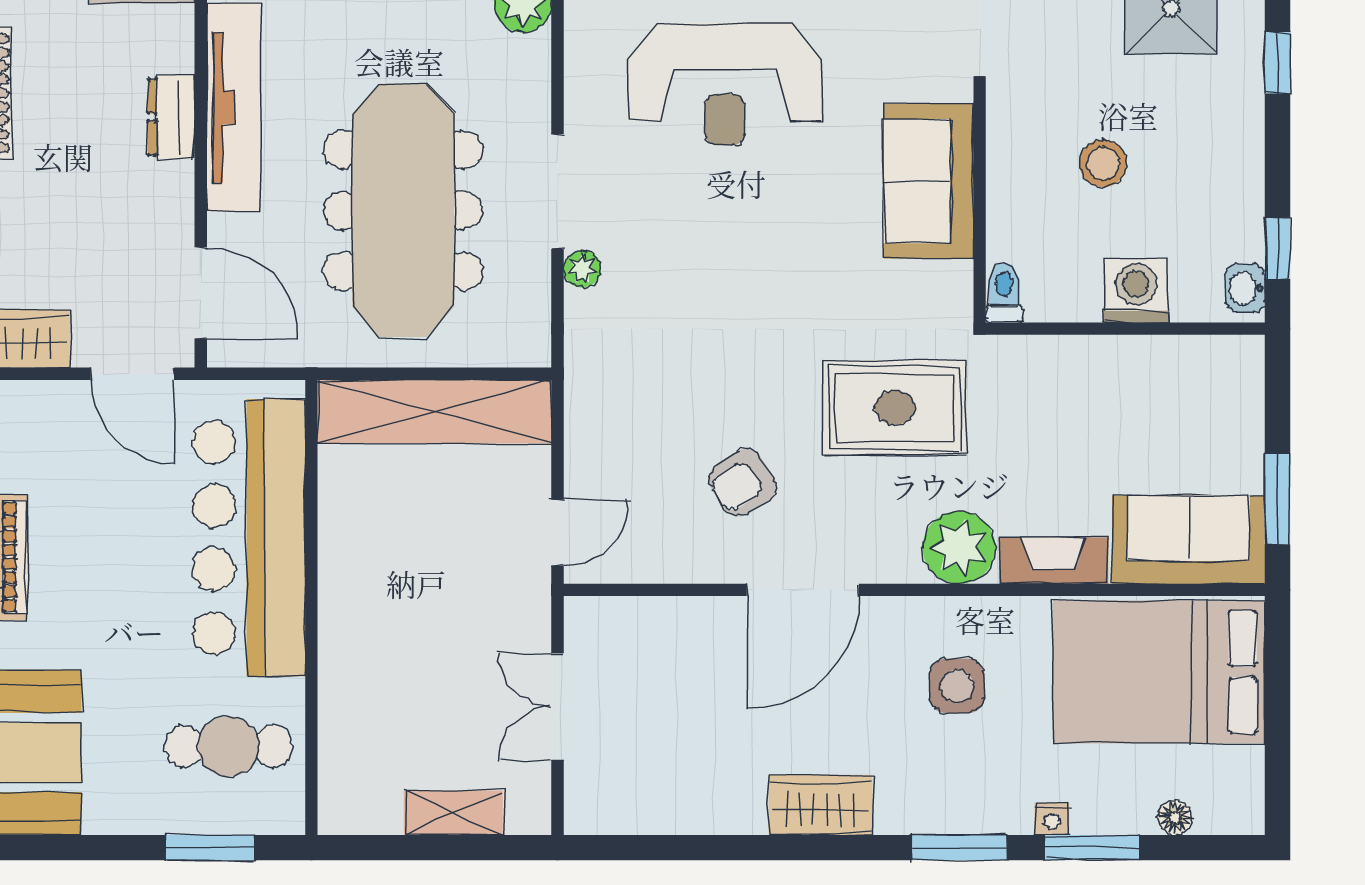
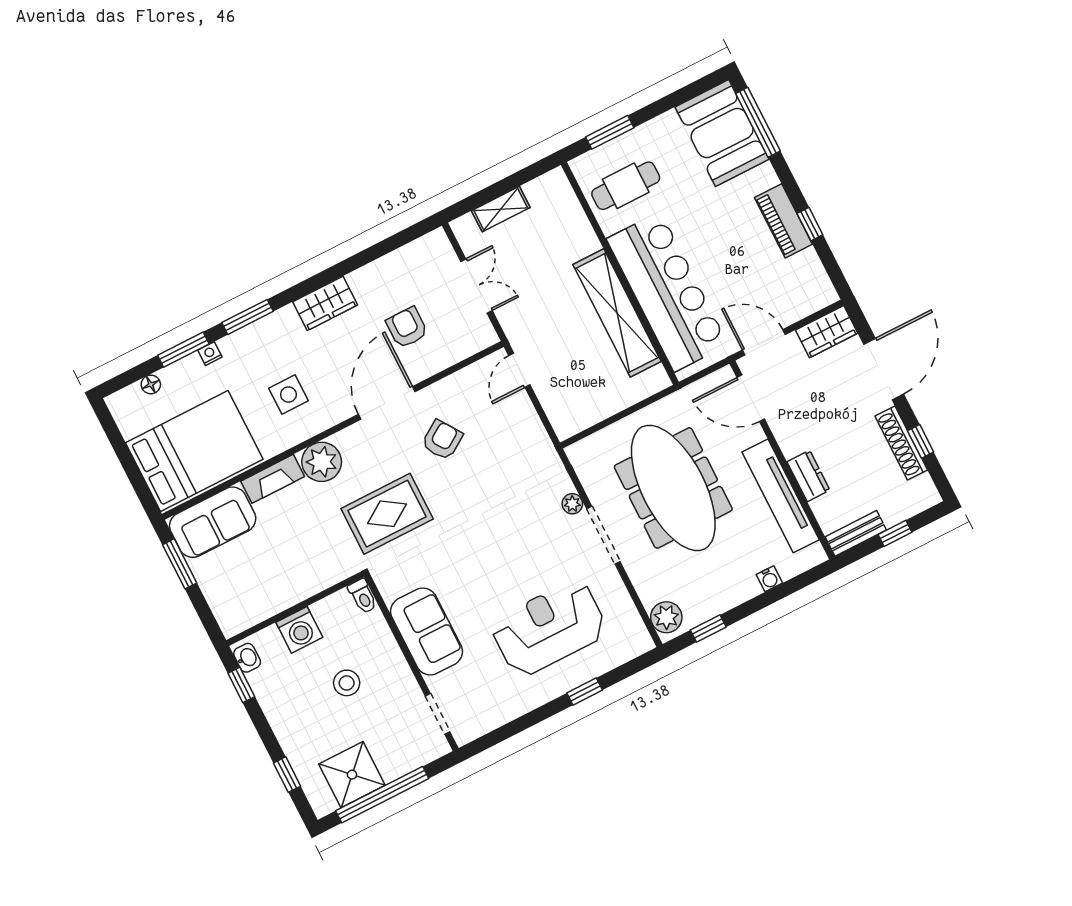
shelving: (434, 412) -> (617, 313), moved, turned 90
armchair: (707, 697) -> (407, 328), added

